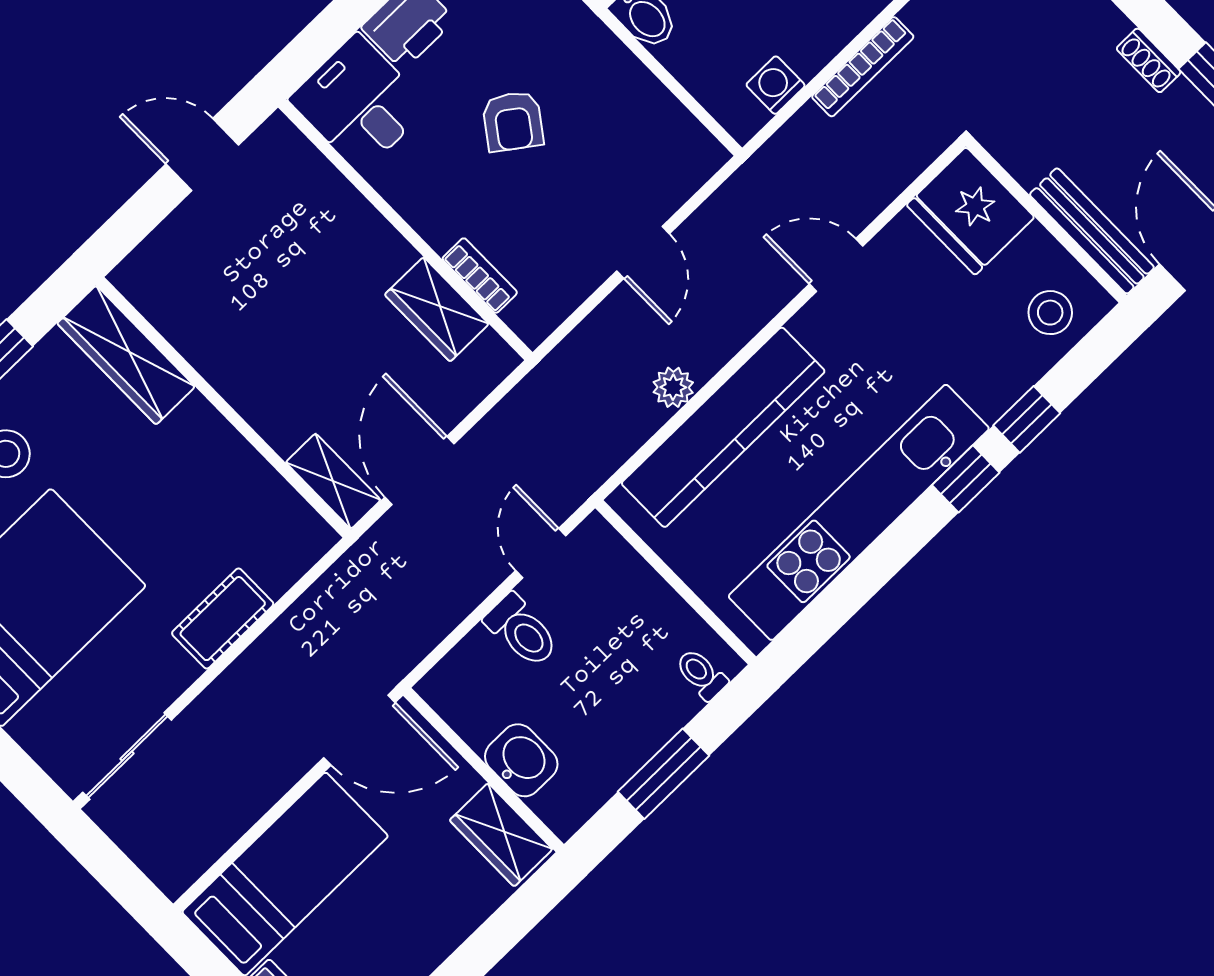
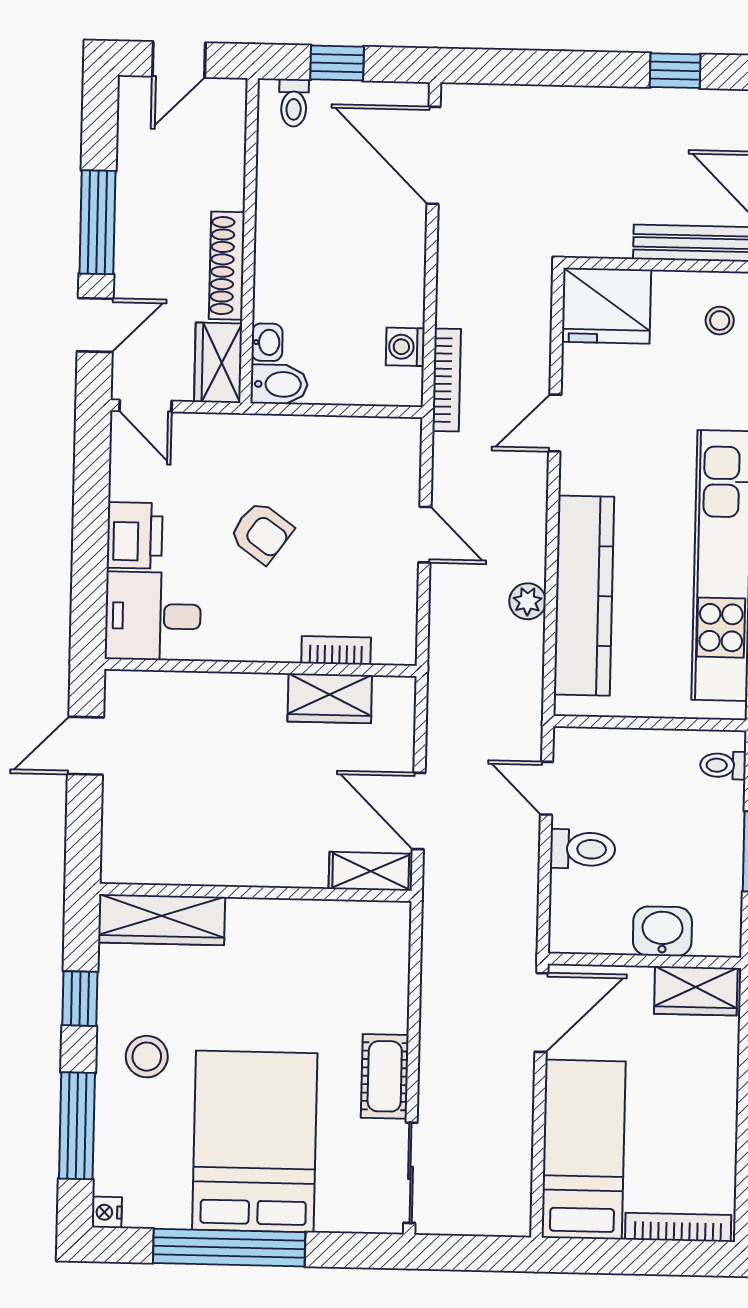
shoe rack: (1149, 60) -> (626, 100), removed
bookcase: (863, 67) -> (447, 380), moved
stool: (1050, 313) -> (720, 321), width x0.73, depth x0.73
cot: (223, 619) -> (385, 1076), moved

